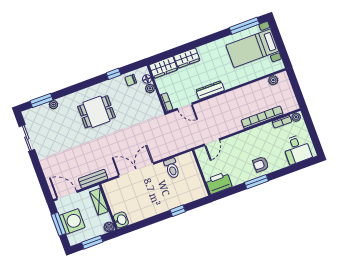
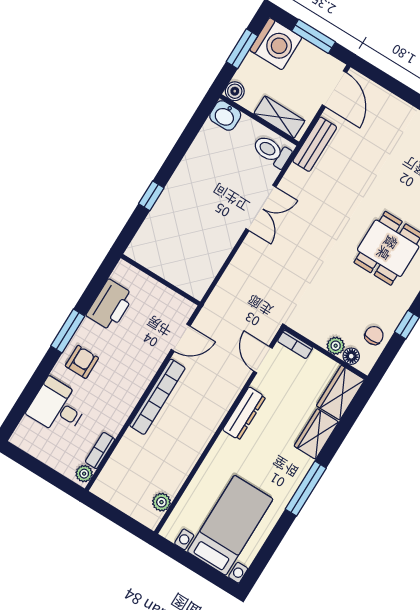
window: (244, 26) -> (306, 489), moved
door: (185, 106) -> (263, 360), hinge flipped
bookcase: (262, 117) -> (157, 397), moved
door: (212, 142) -> (181, 338), swing flipped
desk: (297, 149) -> (58, 407), moved
toilet: (172, 168) -> (272, 151), moved
double door: (136, 170) -> (261, 208), width x0.73
printer: (219, 183) -> (110, 305), moved
door: (67, 195) -> (334, 89), hinge flipped
washing machine: (72, 221) -> (276, 44), moved, turned -90

